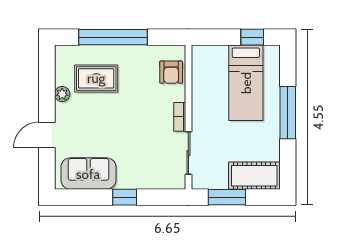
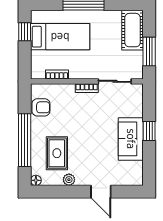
floor lamp: (61, 52) -> (36, 180), added
armchair: (171, 72) -> (41, 107), moved
bookcase: (197, 79) -> (57, 75), added
sofa: (88, 174) -> (131, 139), moved

